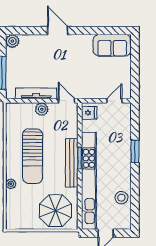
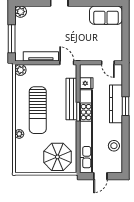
door: (114, 101) -> (108, 63), swing flipped
plant: (42, 109) -> (20, 70), moved
fridge: (89, 113) -> (86, 83), moved
kitchen counter: (124, 149) -> (116, 104), added
bench: (72, 163) -> (71, 99), moved

